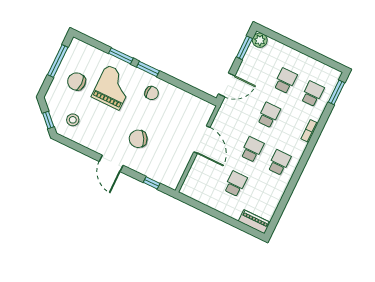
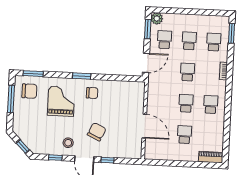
window: (121, 56) -> (33, 74), moved
school desk: (258, 68) -> (164, 40), added
chair: (77, 82) -> (29, 91), moved, turned 180
stool: (73, 120) -> (68, 143), moved
chair: (138, 139) -> (97, 132), turned 143
door: (202, 140) -> (144, 126), moved
window: (79, 148) -> (55, 158), added
window: (152, 183) -> (108, 160), moved

